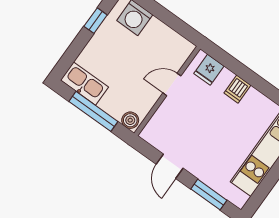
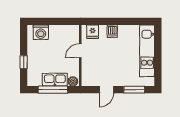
window: (96, 21) -> (24, 62), moved
kitchen sink: (84, 84) -> (55, 80), moved
door: (170, 166) -> (106, 90), hinge flipped

